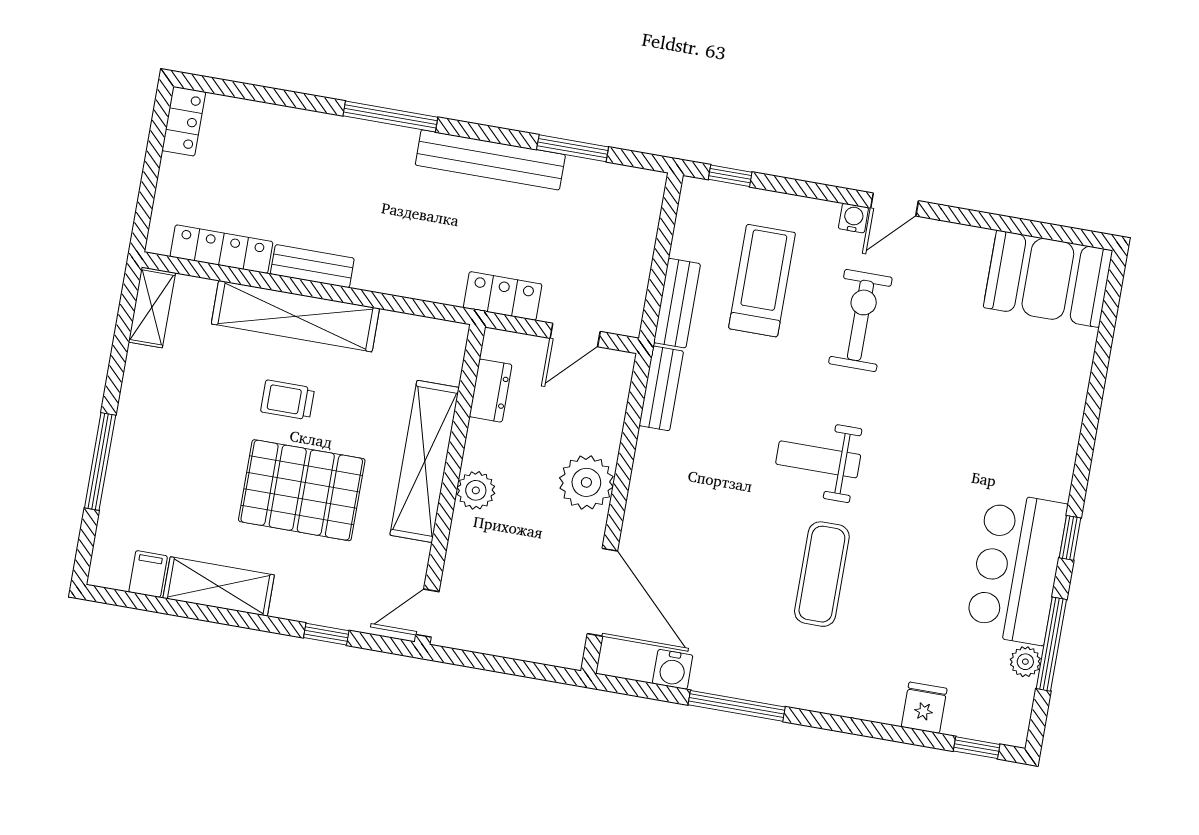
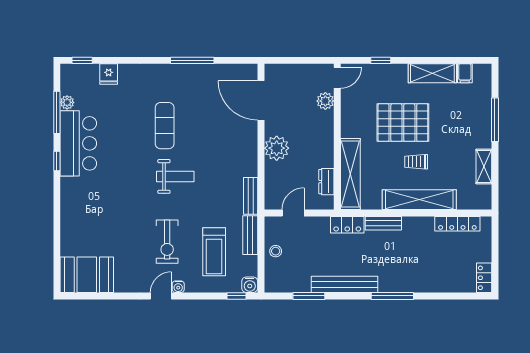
stool: (628, 258) -> (276, 251), added
bench: (312, 266) -> (383, 223), moved
locker: (503, 296) -> (347, 225), moved
shelving: (152, 307) -> (484, 166), moved
trolley: (288, 400) -> (416, 162), turned 180
shelving: (425, 461) -> (350, 174), moved
plant: (476, 490) -> (325, 101), moved
water cooler: (673, 669) -> (250, 285), moved, turned 180

